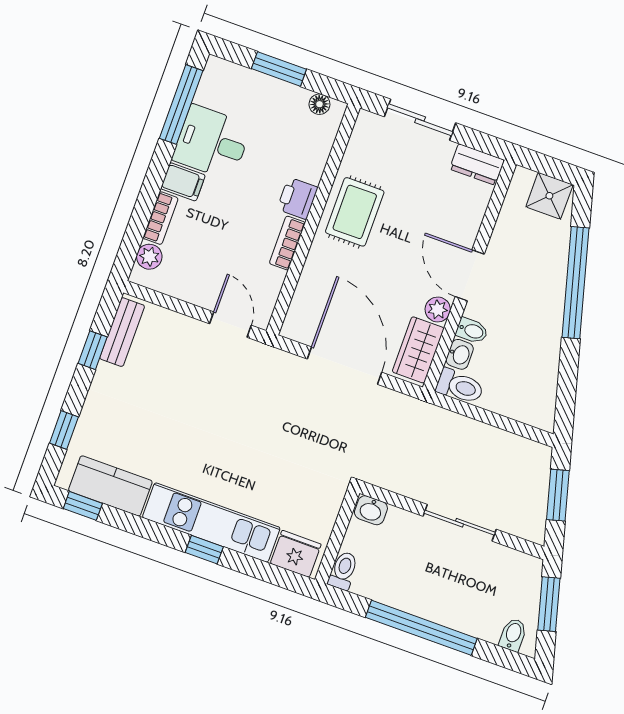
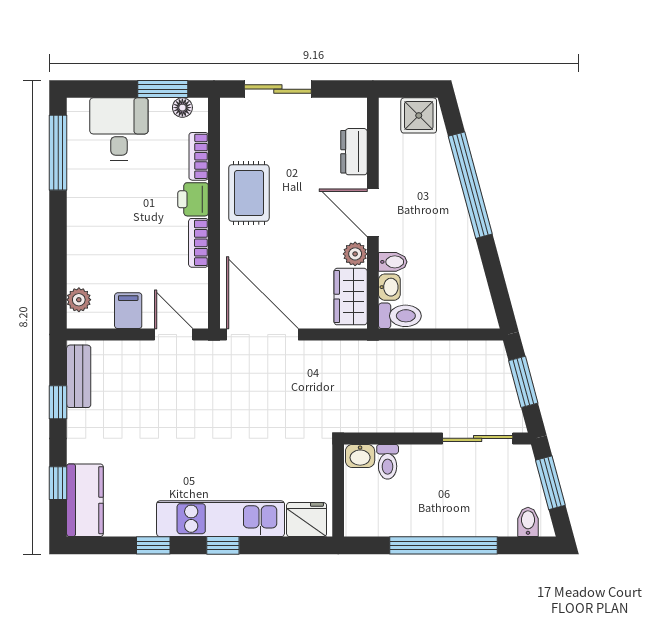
window: (279, 69) -> (163, 89), moved
desk: (212, 142) -> (119, 129), moved, turned 90
dresser: (477, 164) -> (354, 152), moved, turned 90
filing cabinet: (183, 182) -> (128, 311), moved, turned -90
bookcase: (160, 218) -> (199, 156), moved, turned 180
door: (344, 366) -> (262, 335), moved
kitchen counter: (110, 486) -> (85, 500), moved, turned 90
window: (83, 506) -> (153, 545), moved
sliding door: (460, 523) -> (478, 438), moved
toilet: (343, 571) -> (388, 462), moved, turned 180

